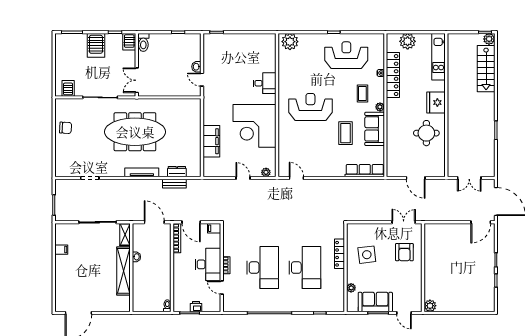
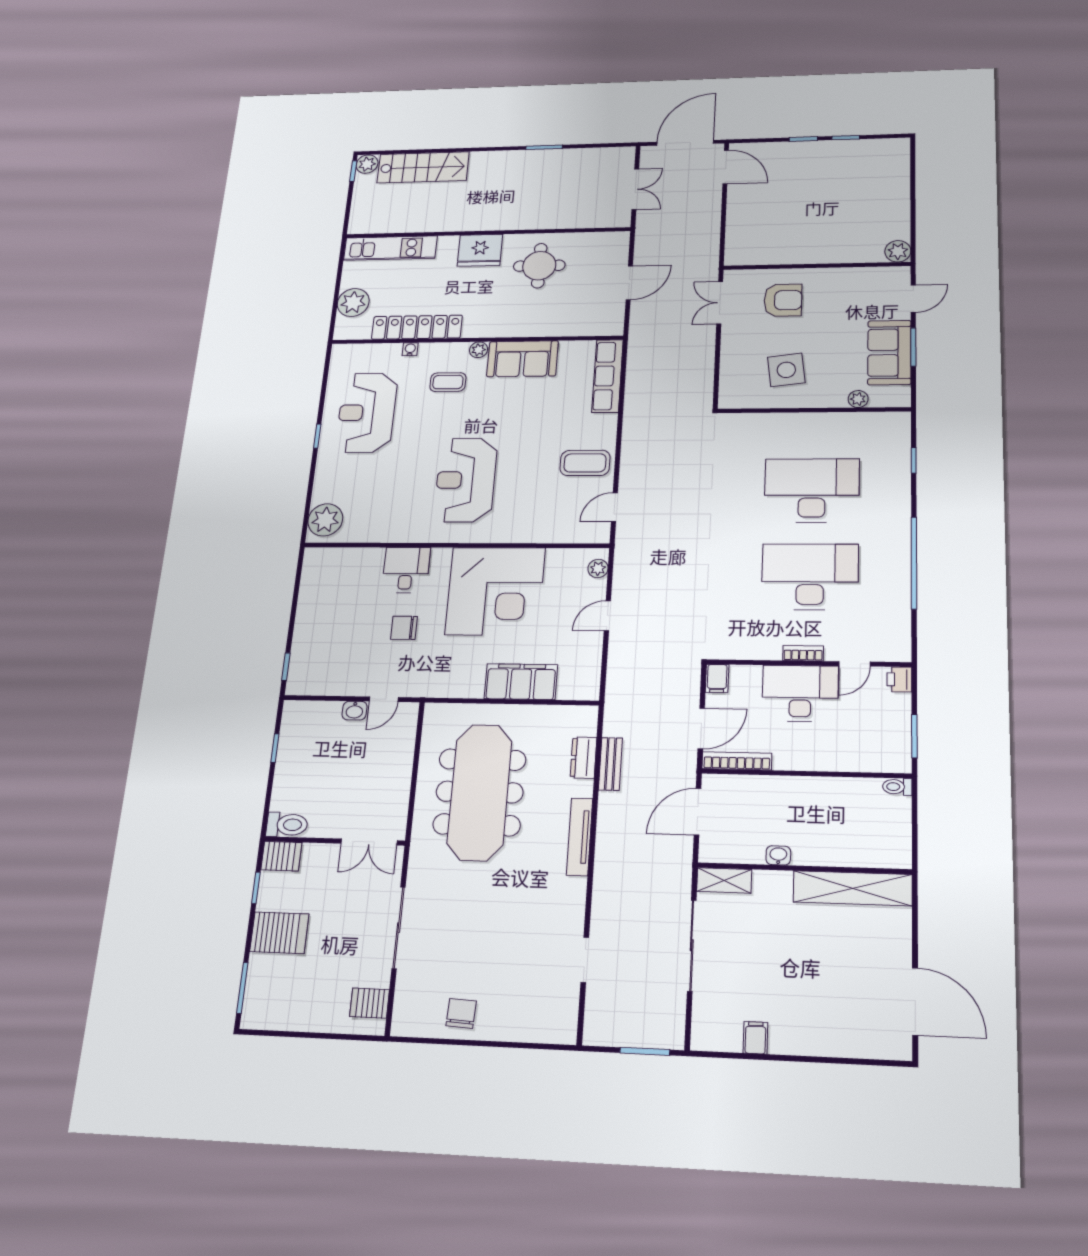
chair: (236, 85) -> (404, 628), added
meeting table: (135, 132) -> (480, 792), moved
coffee table: (346, 133) -> (585, 463), moved
locker: (340, 254) -> (783, 422), removed
shelving: (123, 271) -> (853, 888), moved
printer: (196, 307) -> (899, 679), moved

